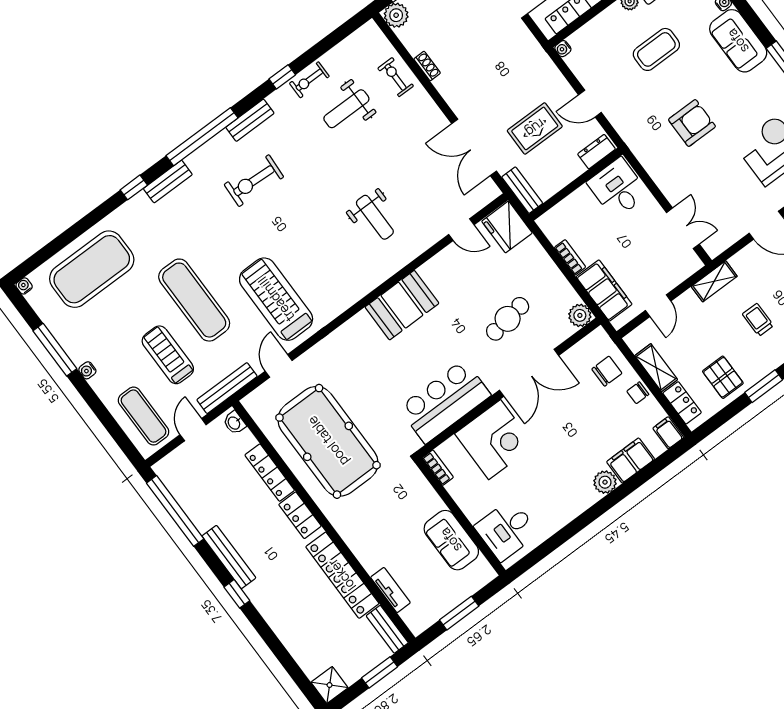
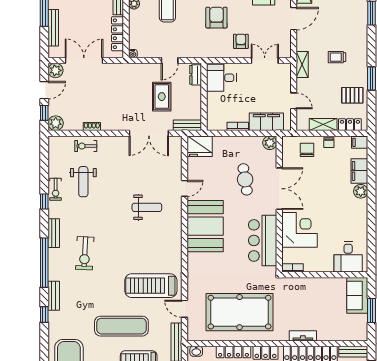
armchair: (685, 178) -> (241, 41), added
door: (461, 230) -> (185, 188), moved
booth: (402, 305) -> (205, 226), width x1.36, depth x1.42
sofa: (451, 540) -> (357, 295), moved, turned 90
tv unit: (390, 590) -> (303, 336), moved

